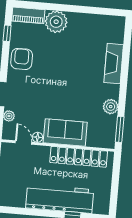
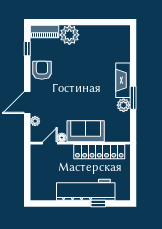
fireplace: (114, 64) -> (123, 80), moved
window: (120, 129) -> (133, 98), moved
door: (24, 142) -> (50, 143), hinge flipped

